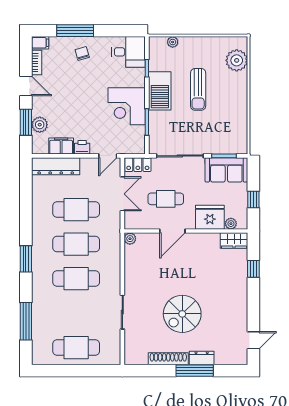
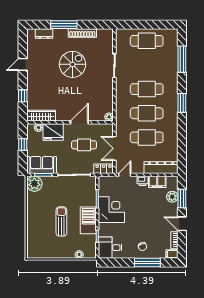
plant: (237, 60) -> (34, 184), moved
wardrobe: (234, 241) -> (41, 116), width x1.50
door: (253, 340) -> (23, 64), moved
dresser: (202, 358) -> (44, 34), moved

